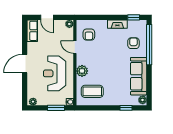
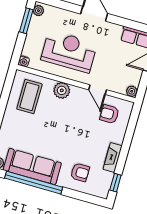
window: (149, 45) -> (34, 183), moved
door: (75, 47) -> (98, 90), swing flipped
window: (56, 108) -> (26, 21), moved

